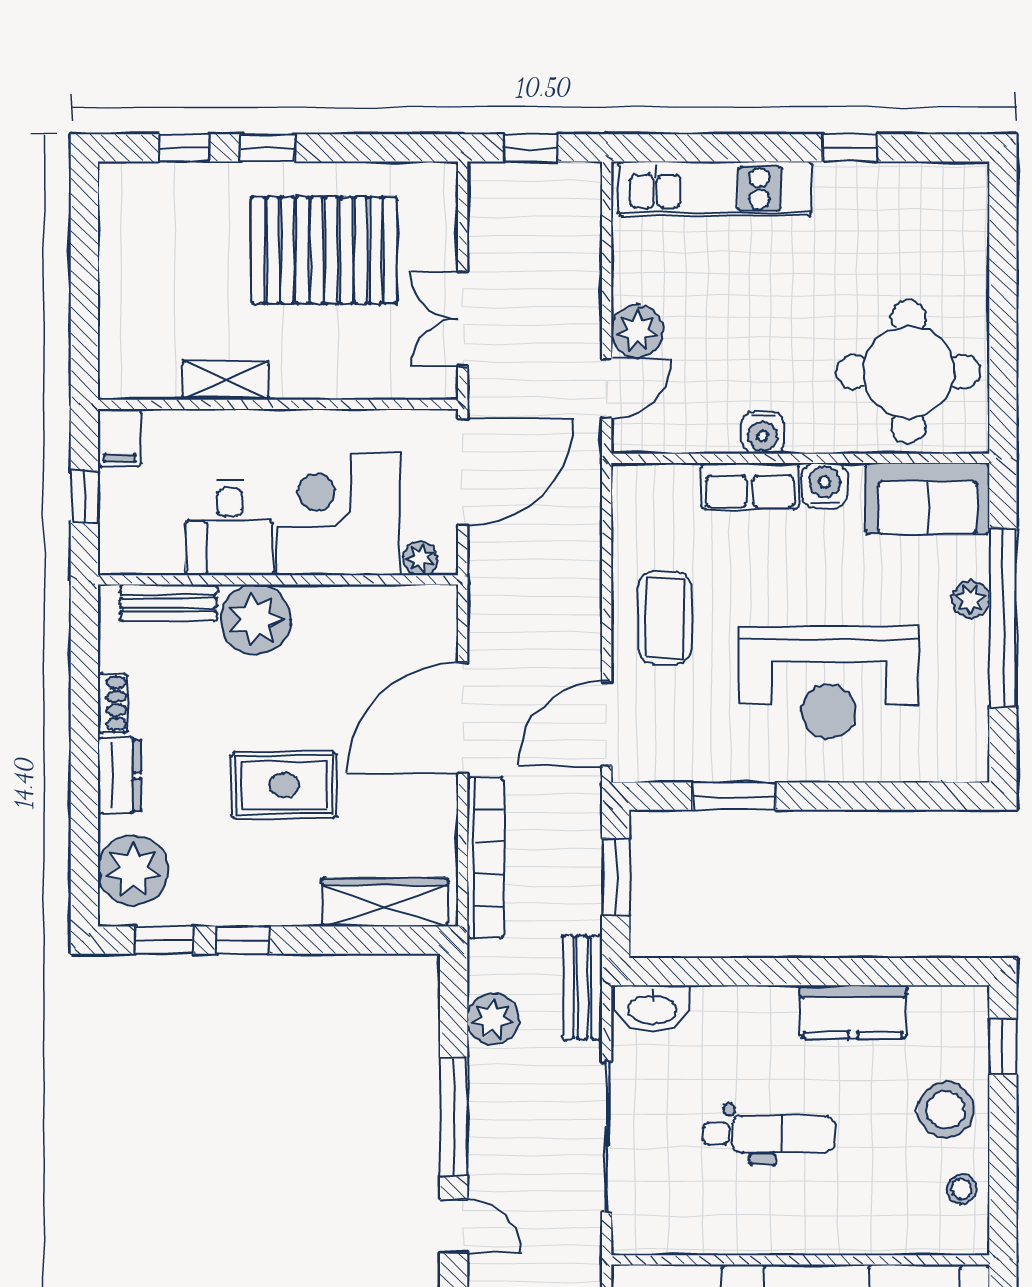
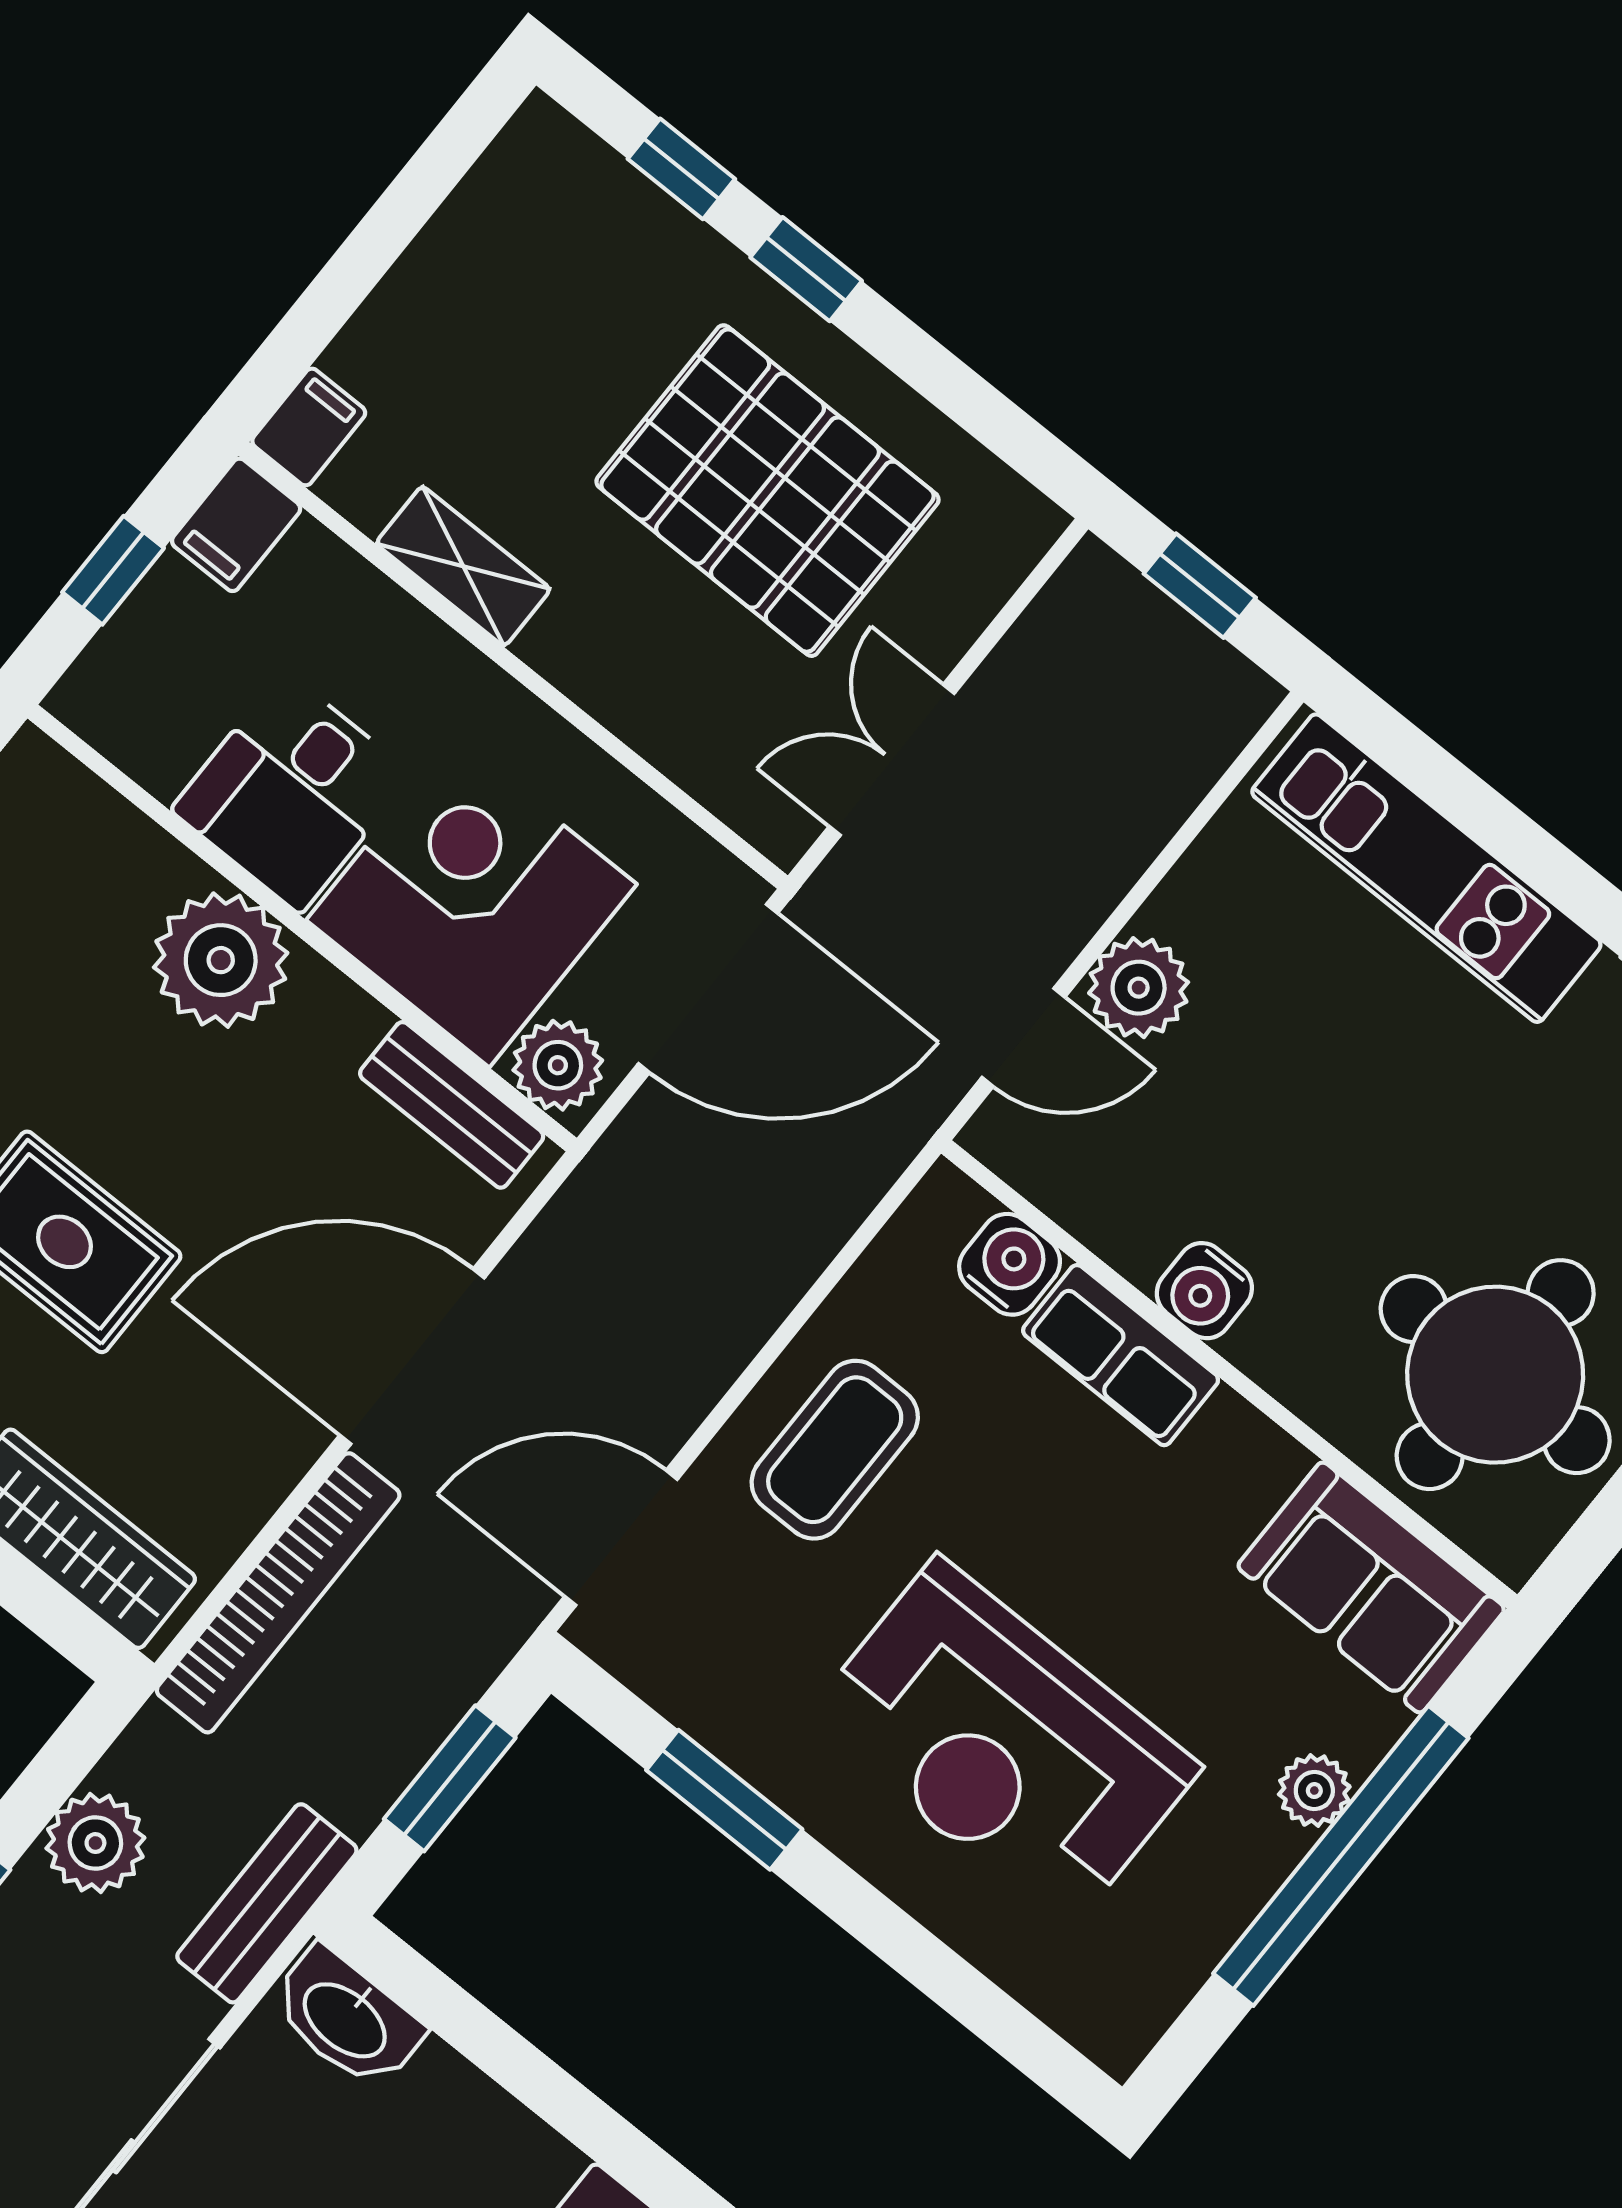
filing cabinet: (117, 374) -> (309, 427), added
water cooler: (825, 485) -> (1010, 1264), moved
plant: (420, 558) -> (558, 1065), width x1.38, depth x1.38
bench: (168, 603) -> (452, 1105), moved

